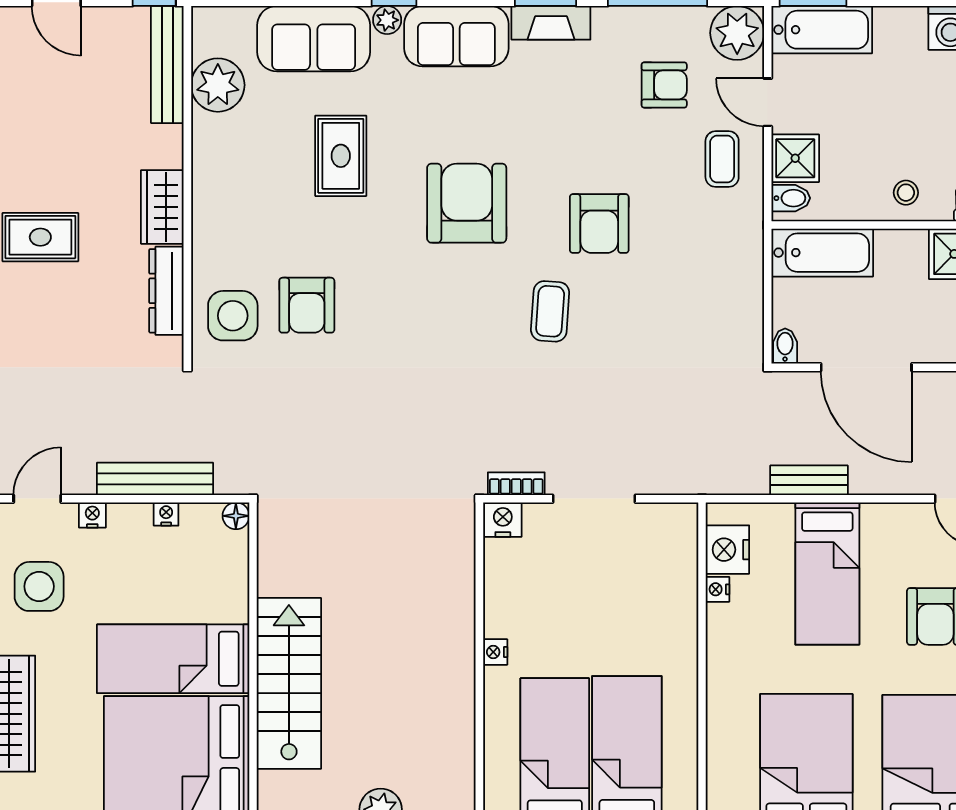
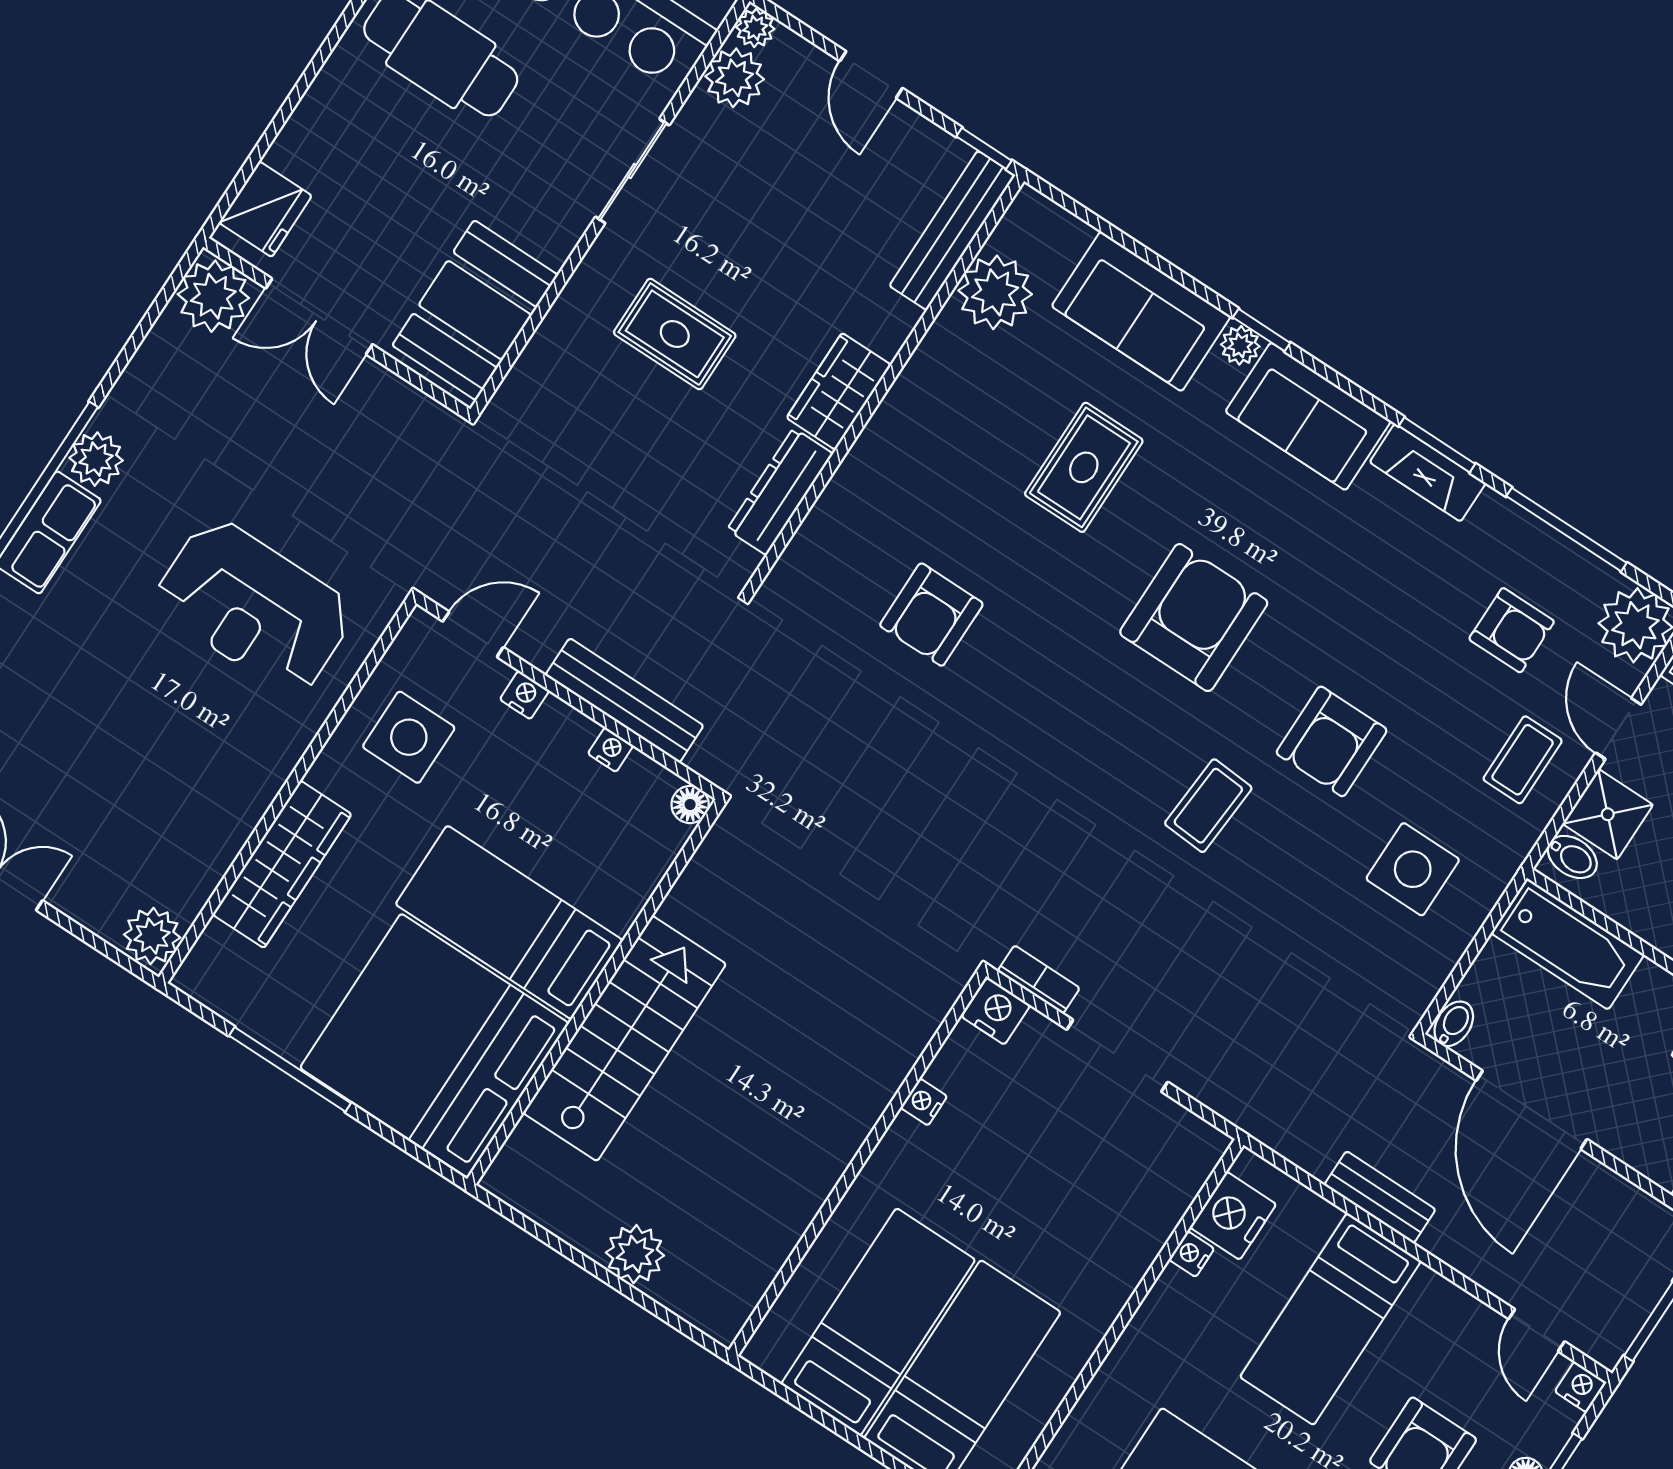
side table: (233, 316) -> (1413, 869), moved
nightstand: (495, 652) -> (924, 1102), moved

